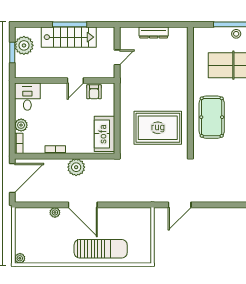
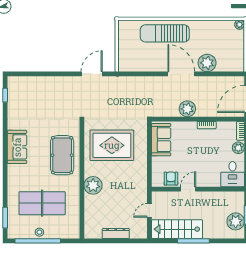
stairs: (69, 37) -> (177, 229), moved
plant: (178, 84) -> (93, 185), added
plant: (55, 212) -> (207, 63), width x1.88, depth x1.88

